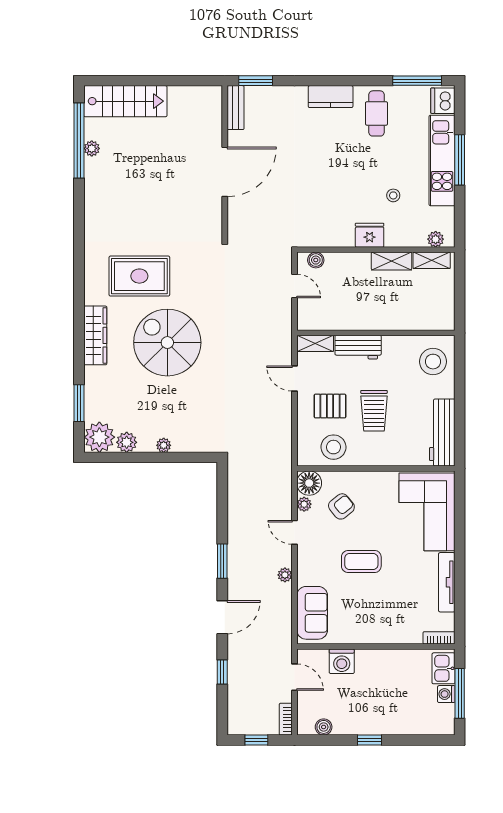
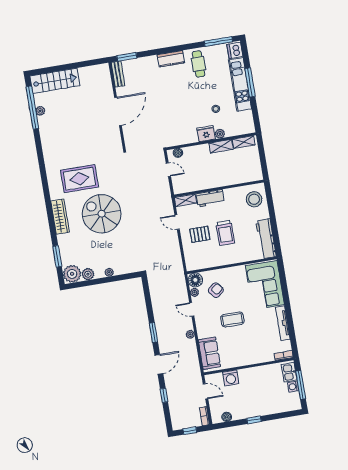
plant: (436, 239) -> (220, 134), moved
stool: (333, 447) -> (206, 257), removed

